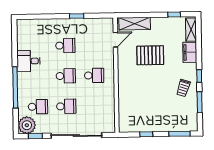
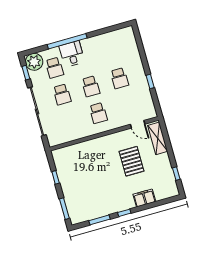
shelving: (191, 30) -> (166, 193), removed
desk: (28, 61) -> (72, 54), moved
trolley: (183, 88) -> (109, 201), removed

